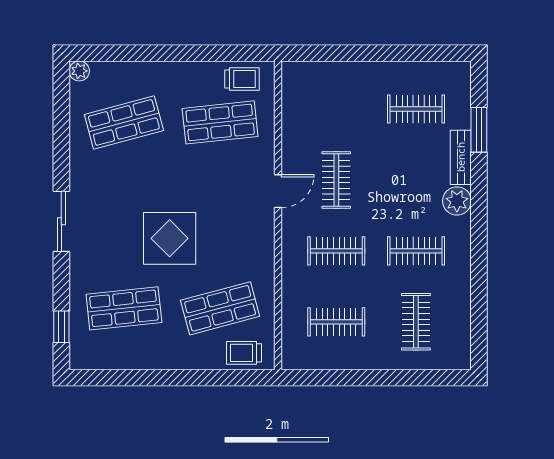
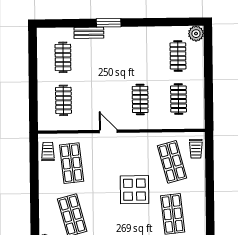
window: (479, 130) -> (109, 23), moved
clothes rail: (336, 180) -> (63, 100), moved, turned 90
plant: (457, 201) -> (196, 34), moved
clothes rail: (416, 251) -> (140, 56), removed
clothes rail: (416, 322) -> (178, 56), turned 90

